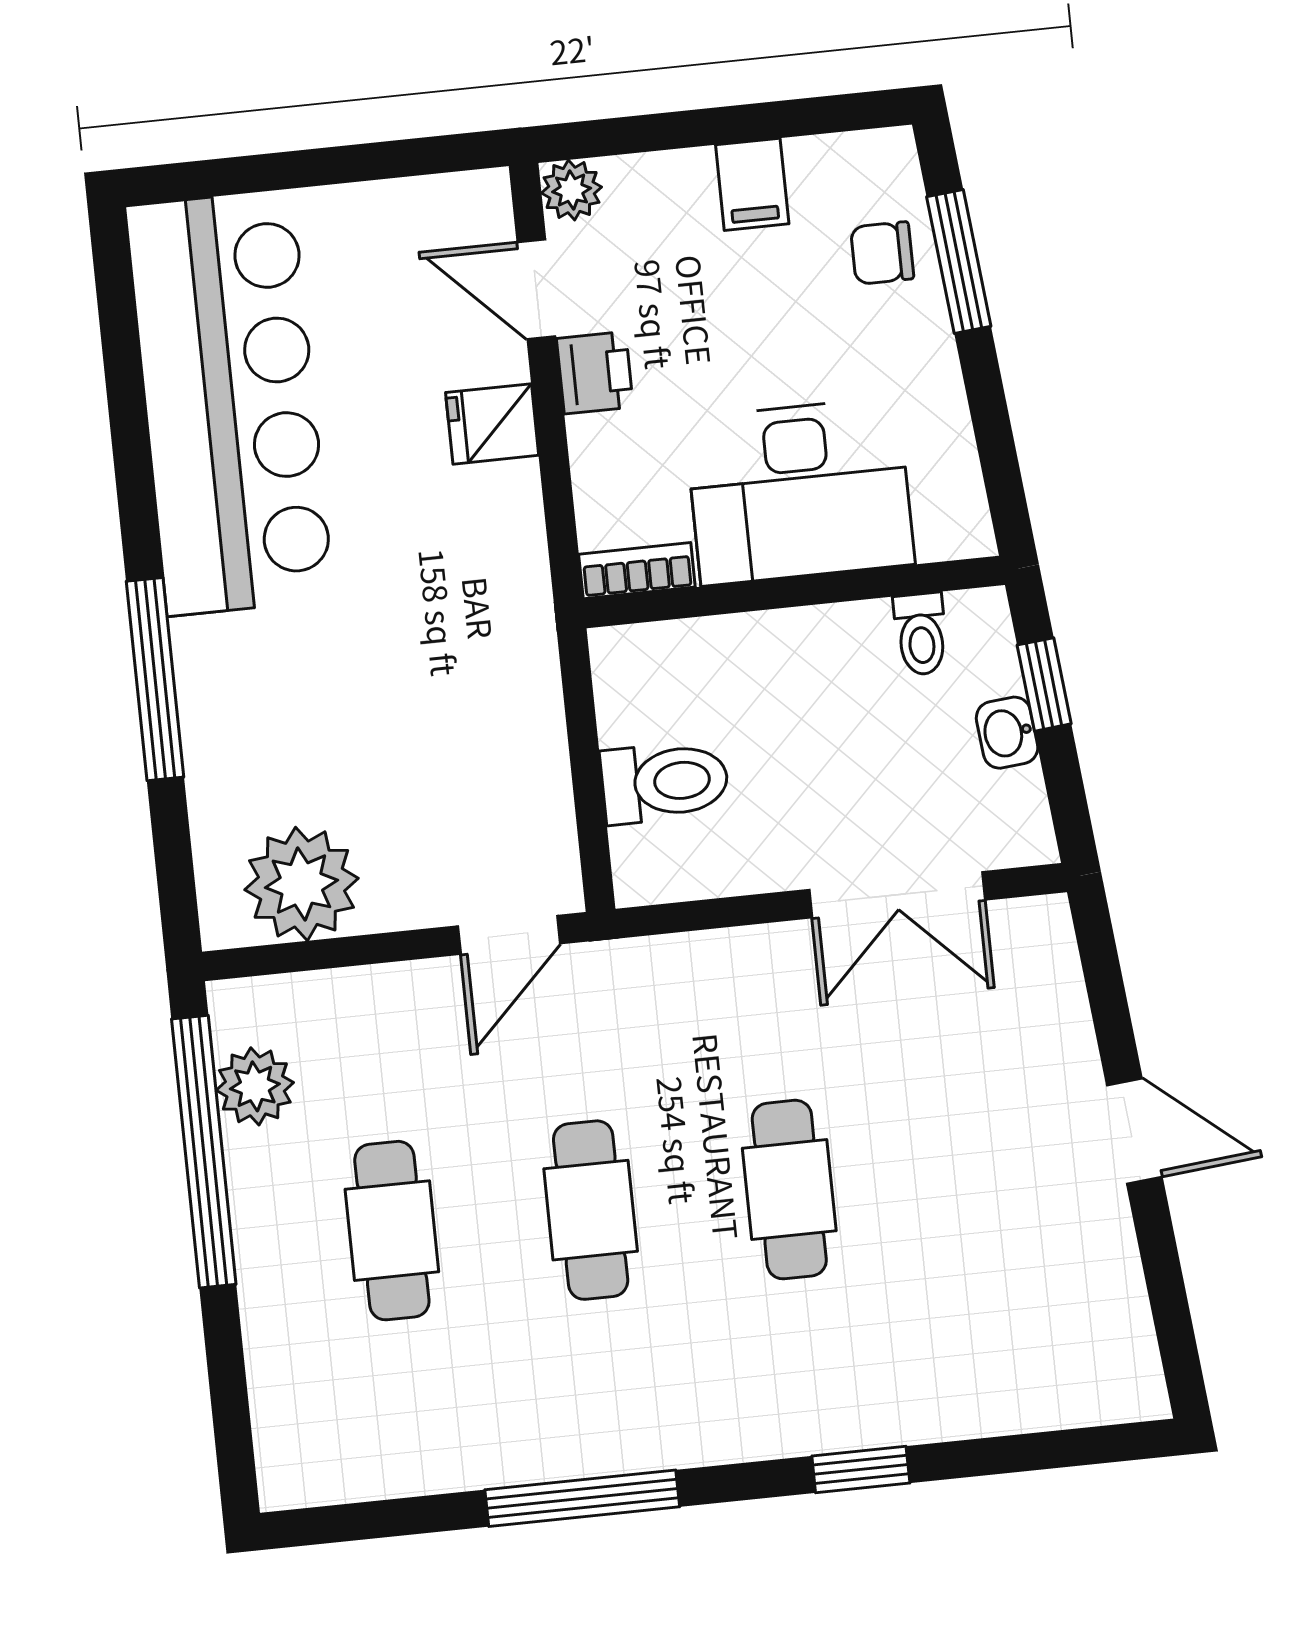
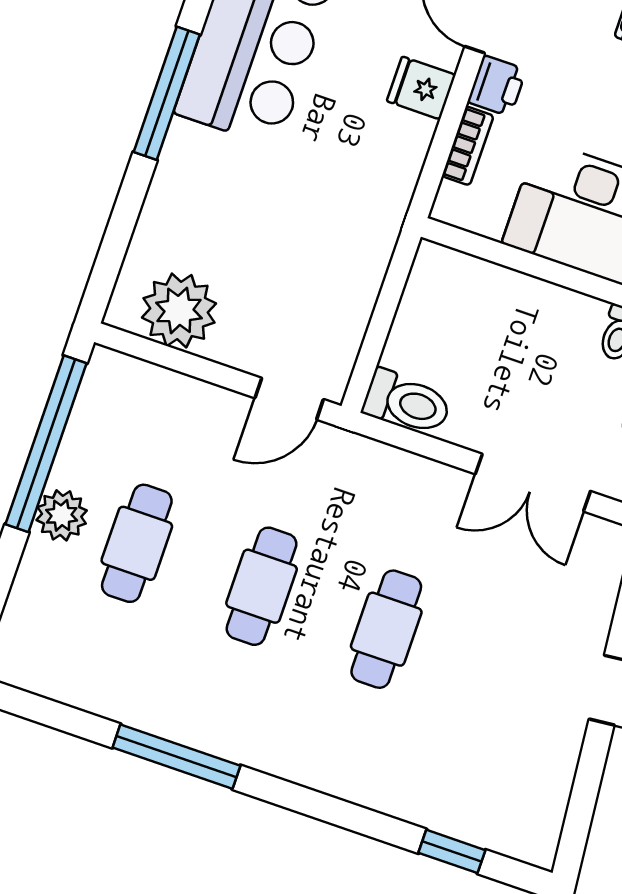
bookcase: (637, 571) -> (468, 146), moved, turned 90
window: (155, 679) -> (167, 93), moved
toilet: (665, 782) -> (407, 403), moved
plant: (255, 1086) -> (62, 515), moved
window: (861, 1470) -> (452, 851), moved

